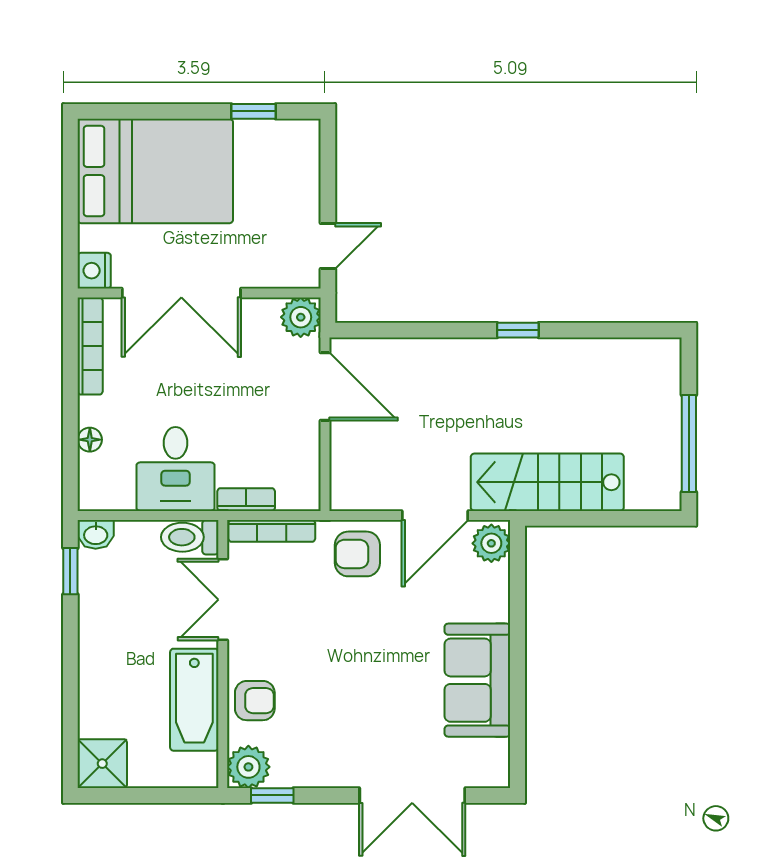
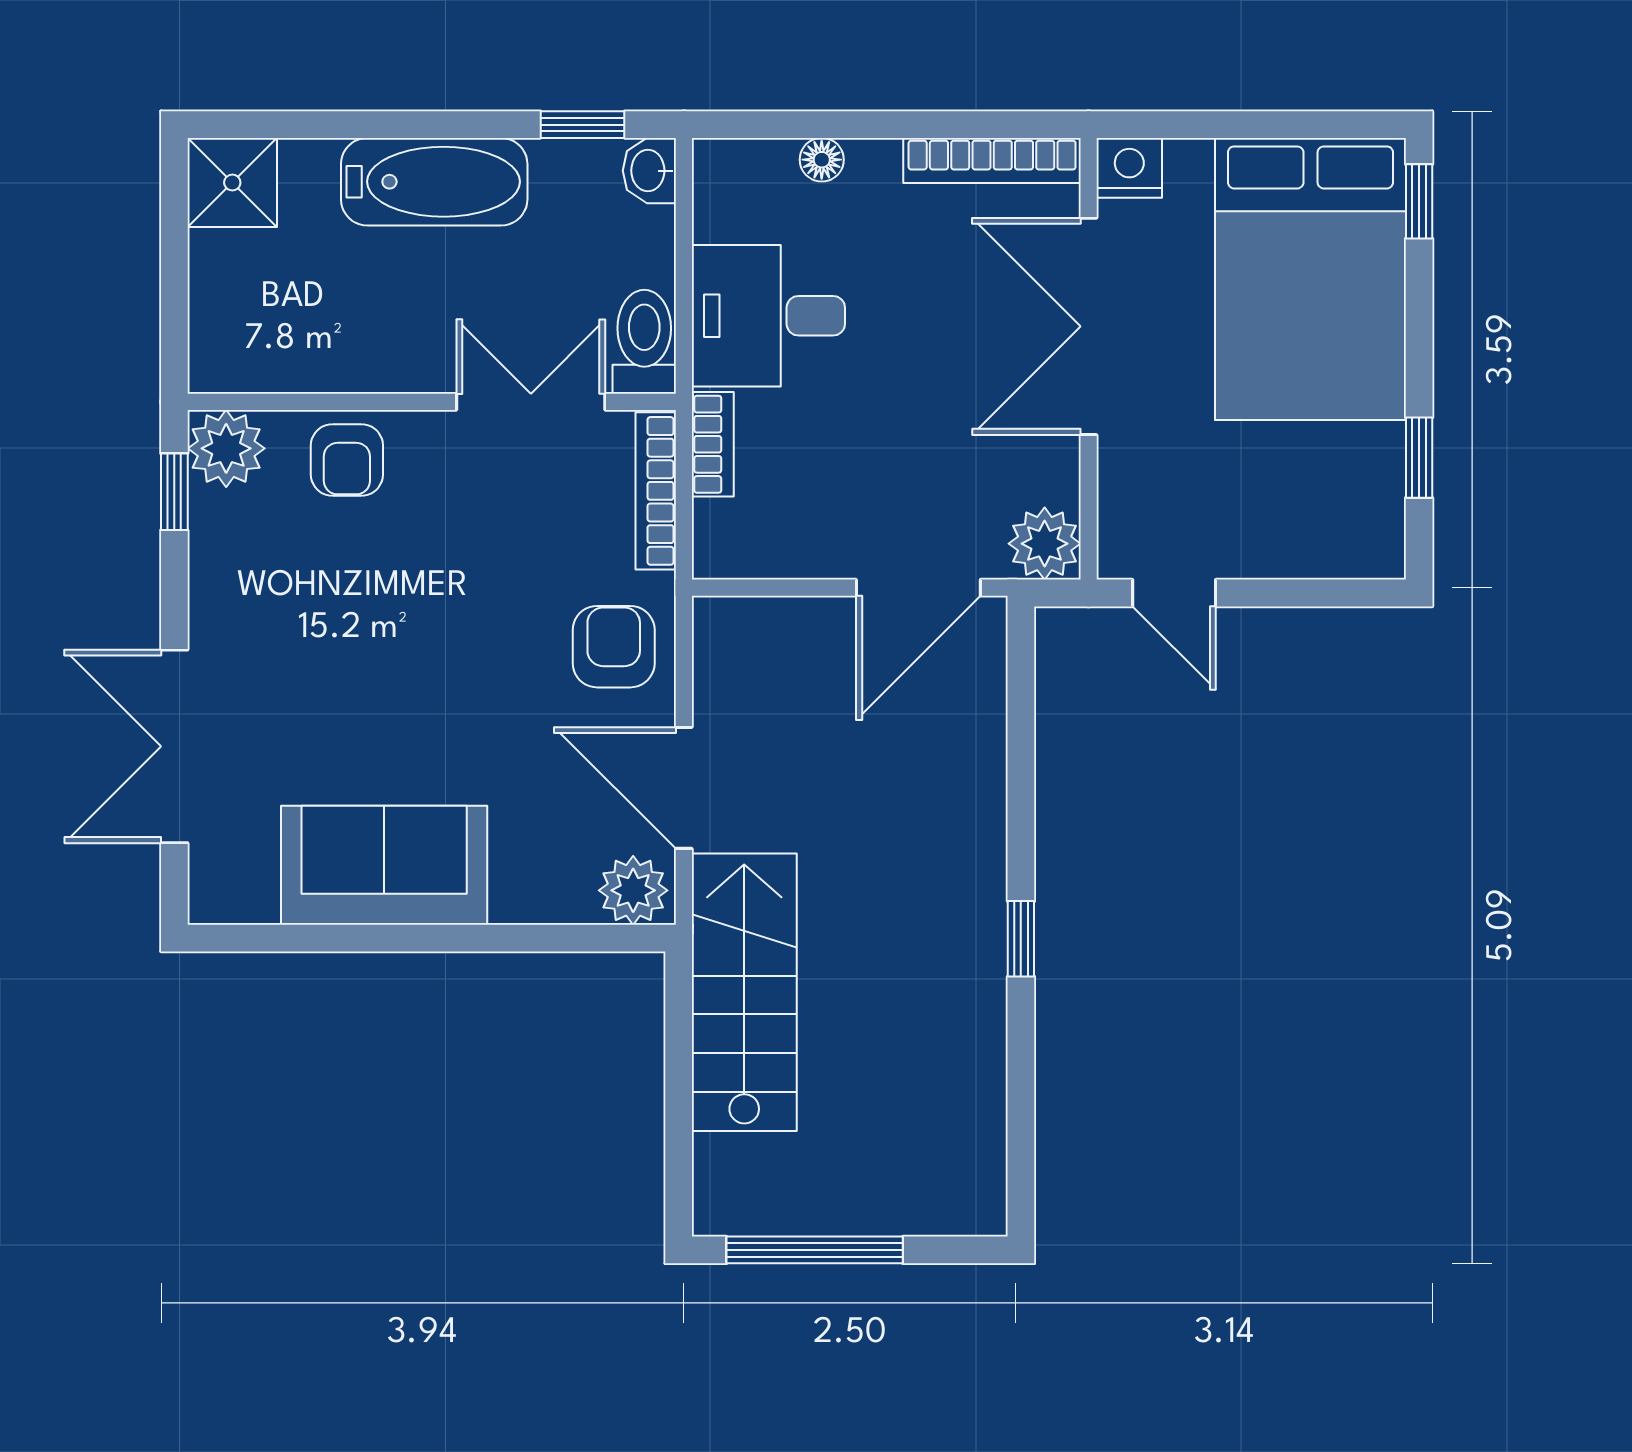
window: (113, 111) -> (1419, 201), added
bathtub: (194, 700) -> (434, 182), moved, turned 180

